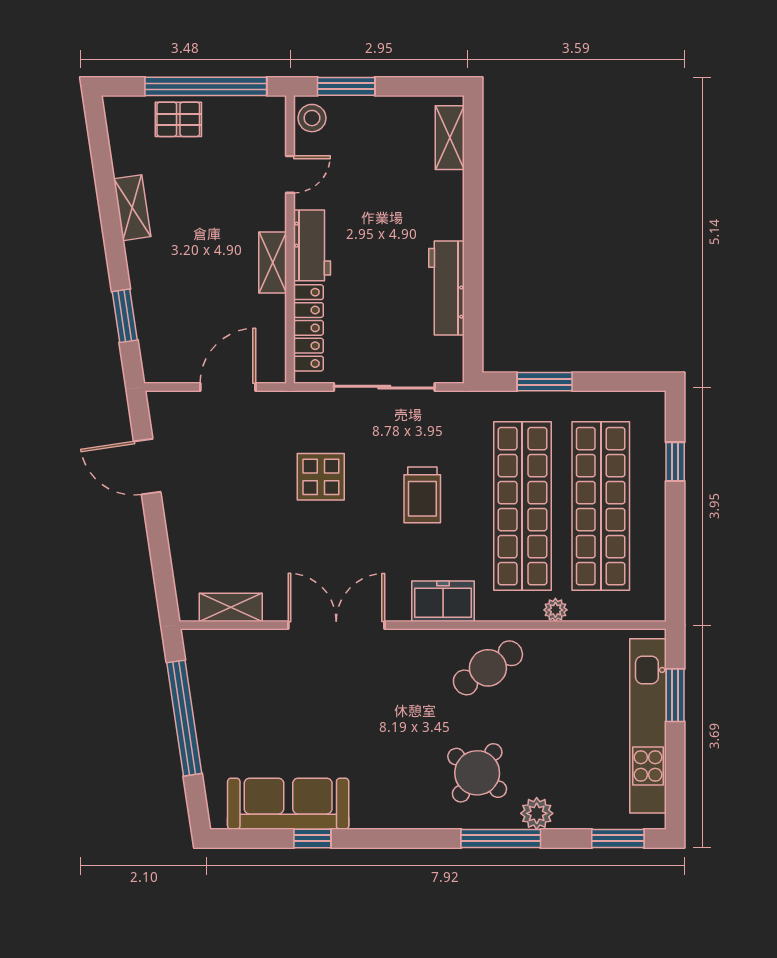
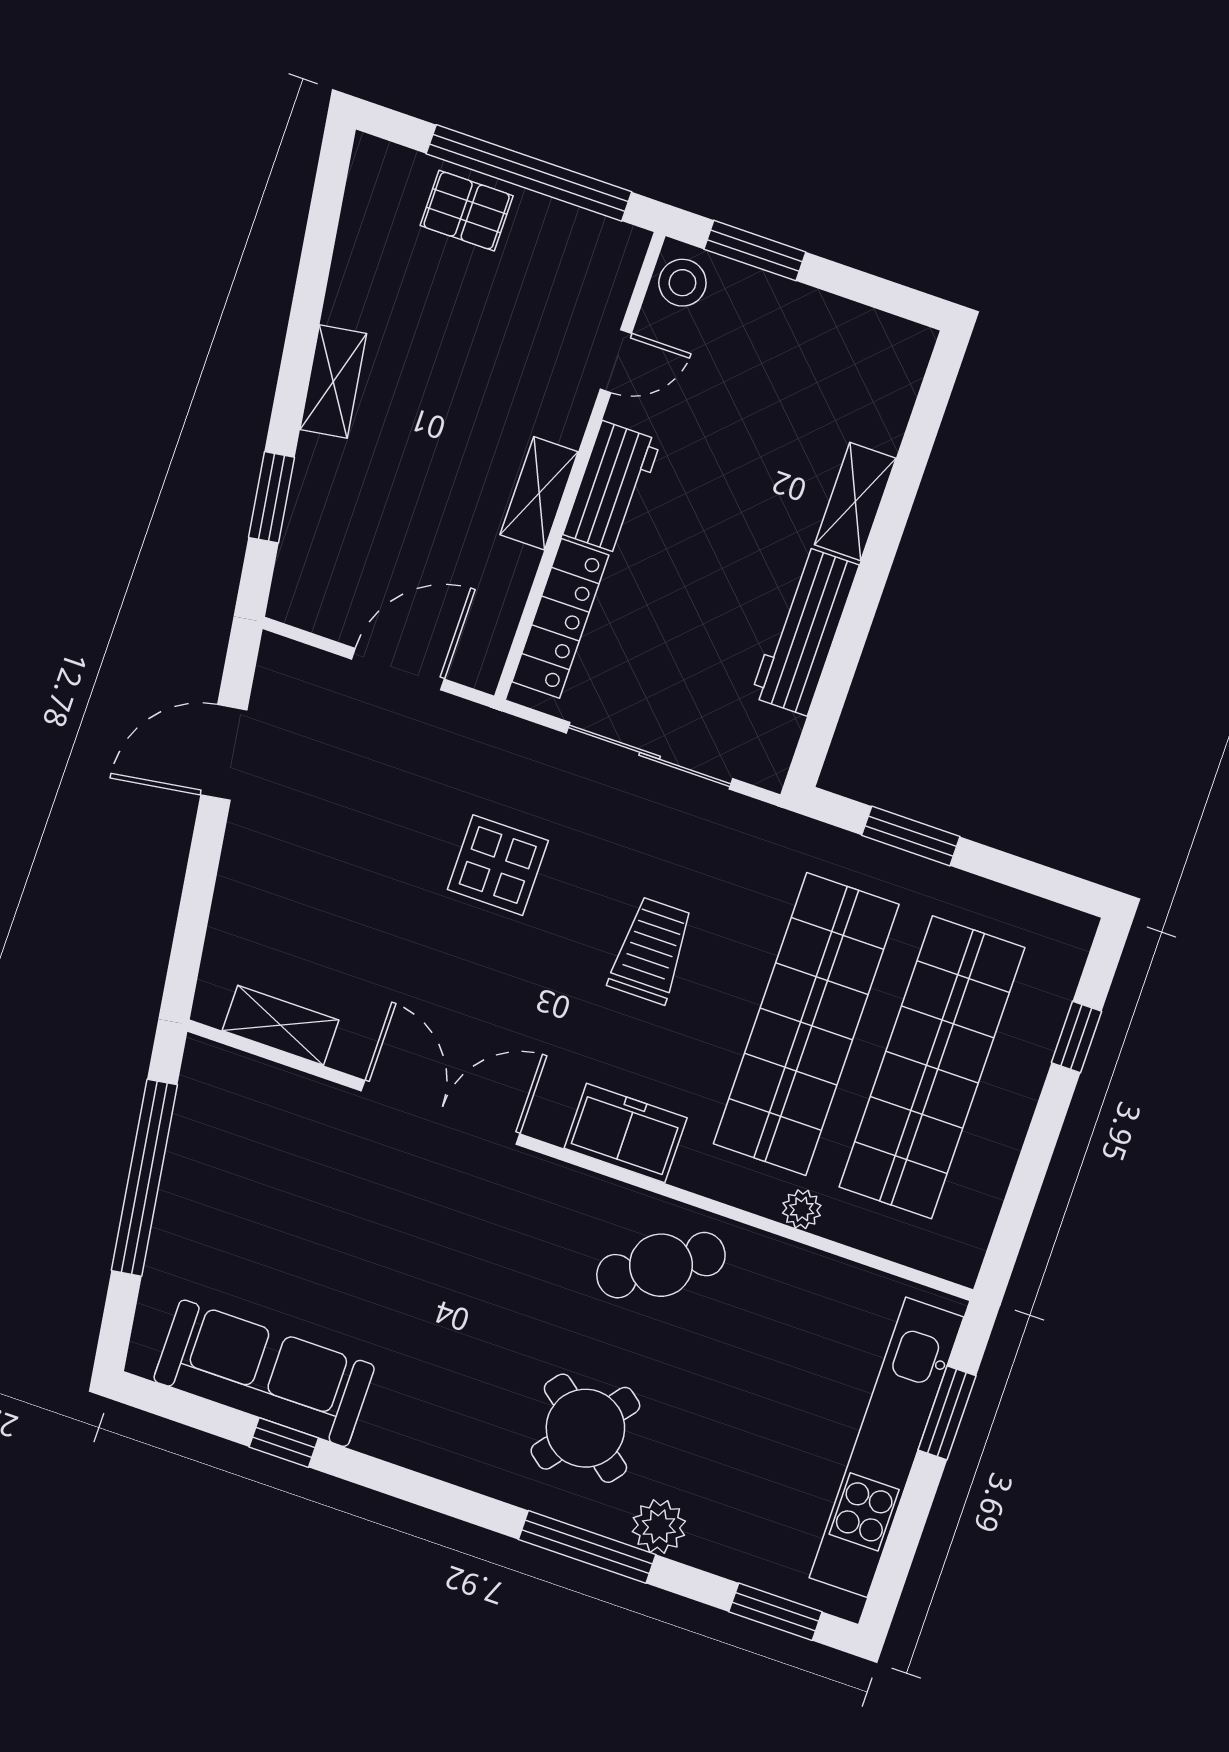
shelving: (450, 138) -> (855, 502), moved
shelving: (132, 208) -> (333, 381), moved
door: (147, 467) -> (224, 752), hinge flipped
trolley: (422, 495) -> (651, 950), turned 180

